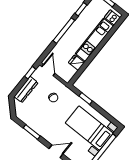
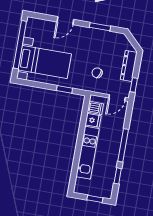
dishwasher: (112, 18) -> (95, 108), moved
door: (48, 70) -> (117, 98), hinge flipped

